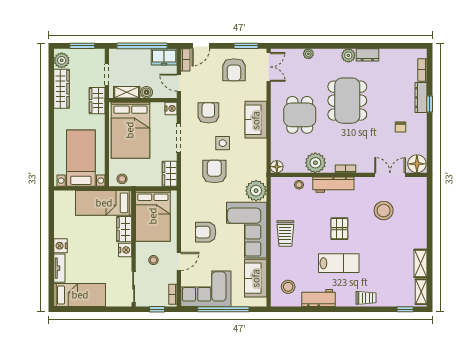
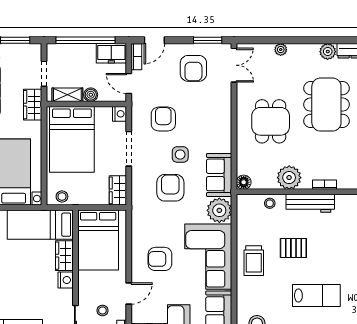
sofa: (256, 120) -> (219, 175), moved
pallet: (339, 229) -> (293, 248), moved, turned 90
stool: (153, 260) -> (102, 310), moved

